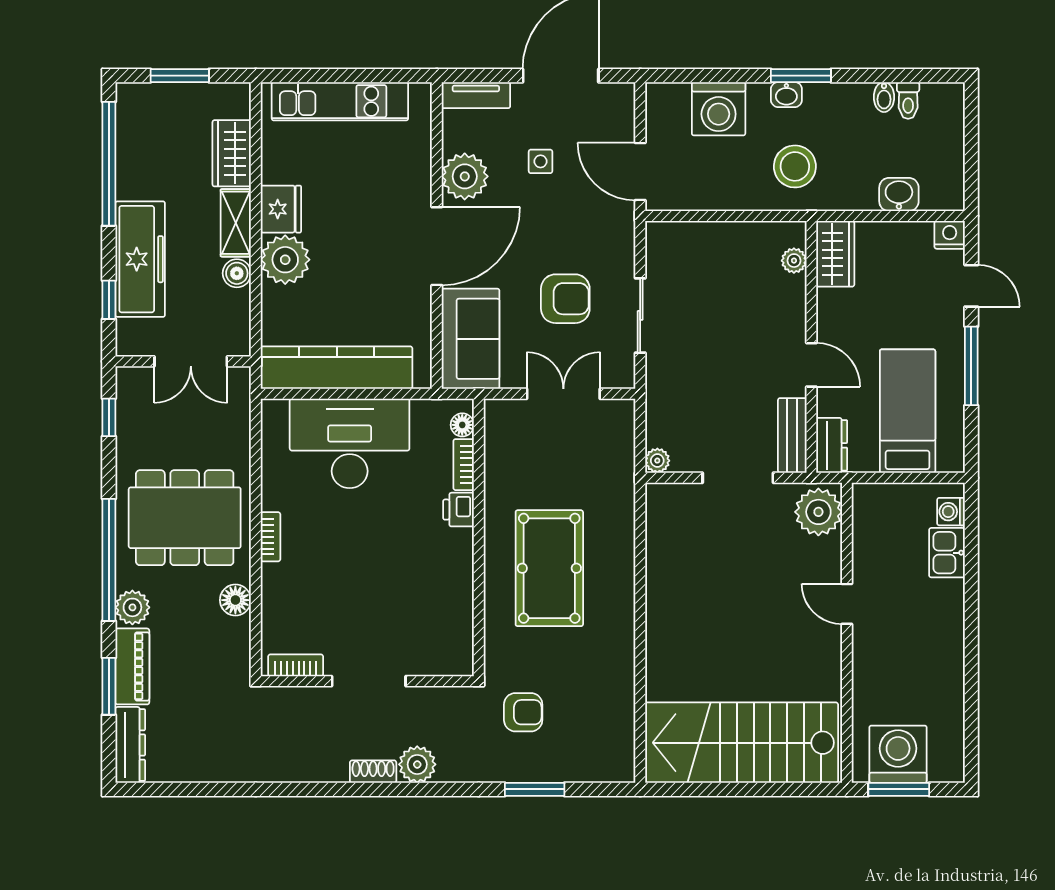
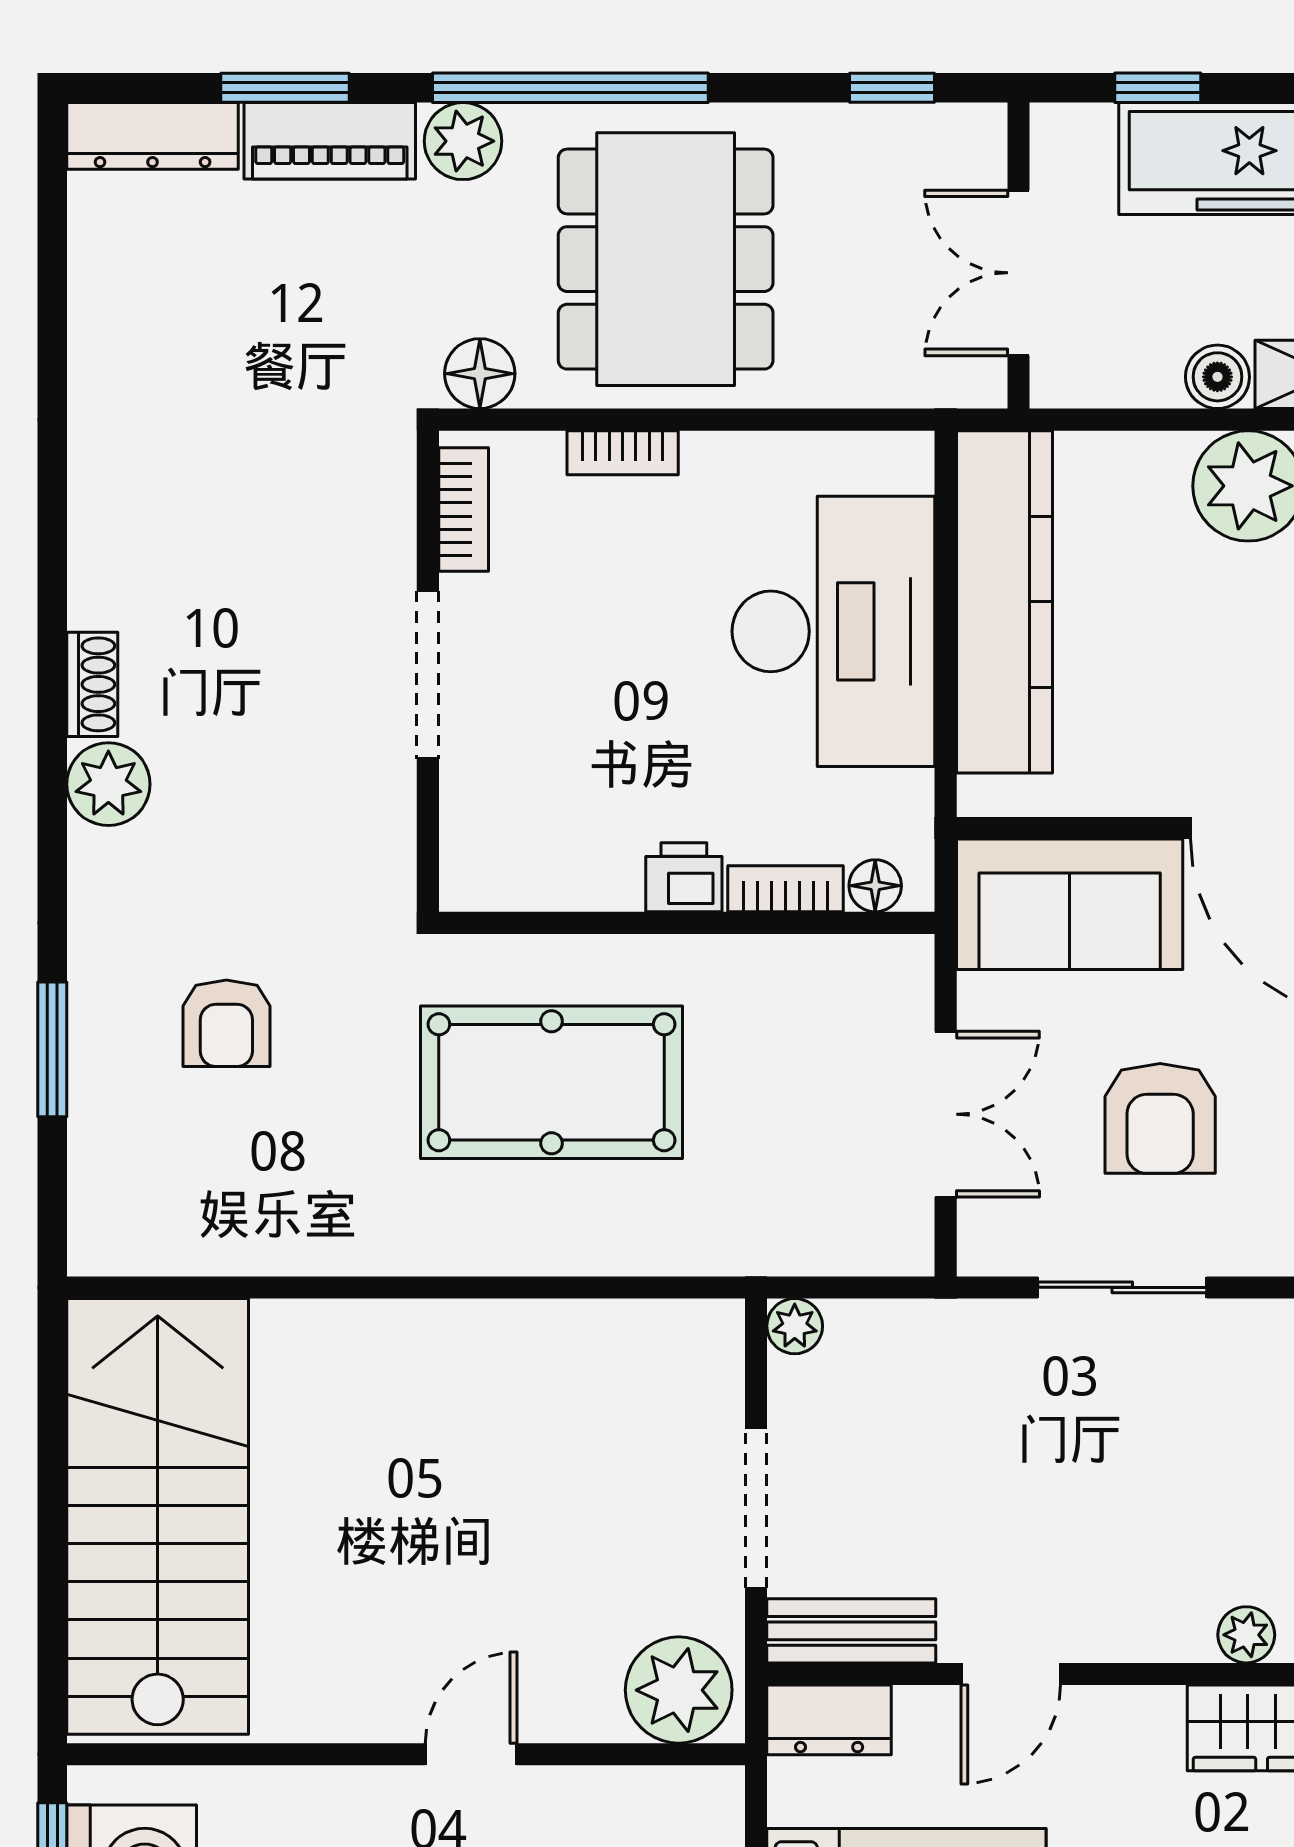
bookcase: (296, 665) -> (464, 510), moved
wall: (367, 681) -> (428, 671), moved
doorway: (369, 681) -> (428, 675), moved

